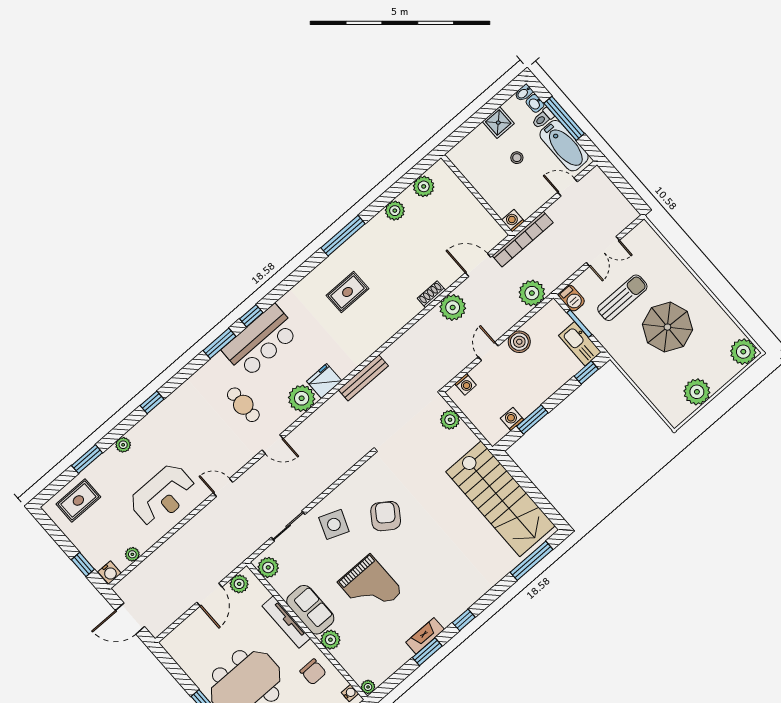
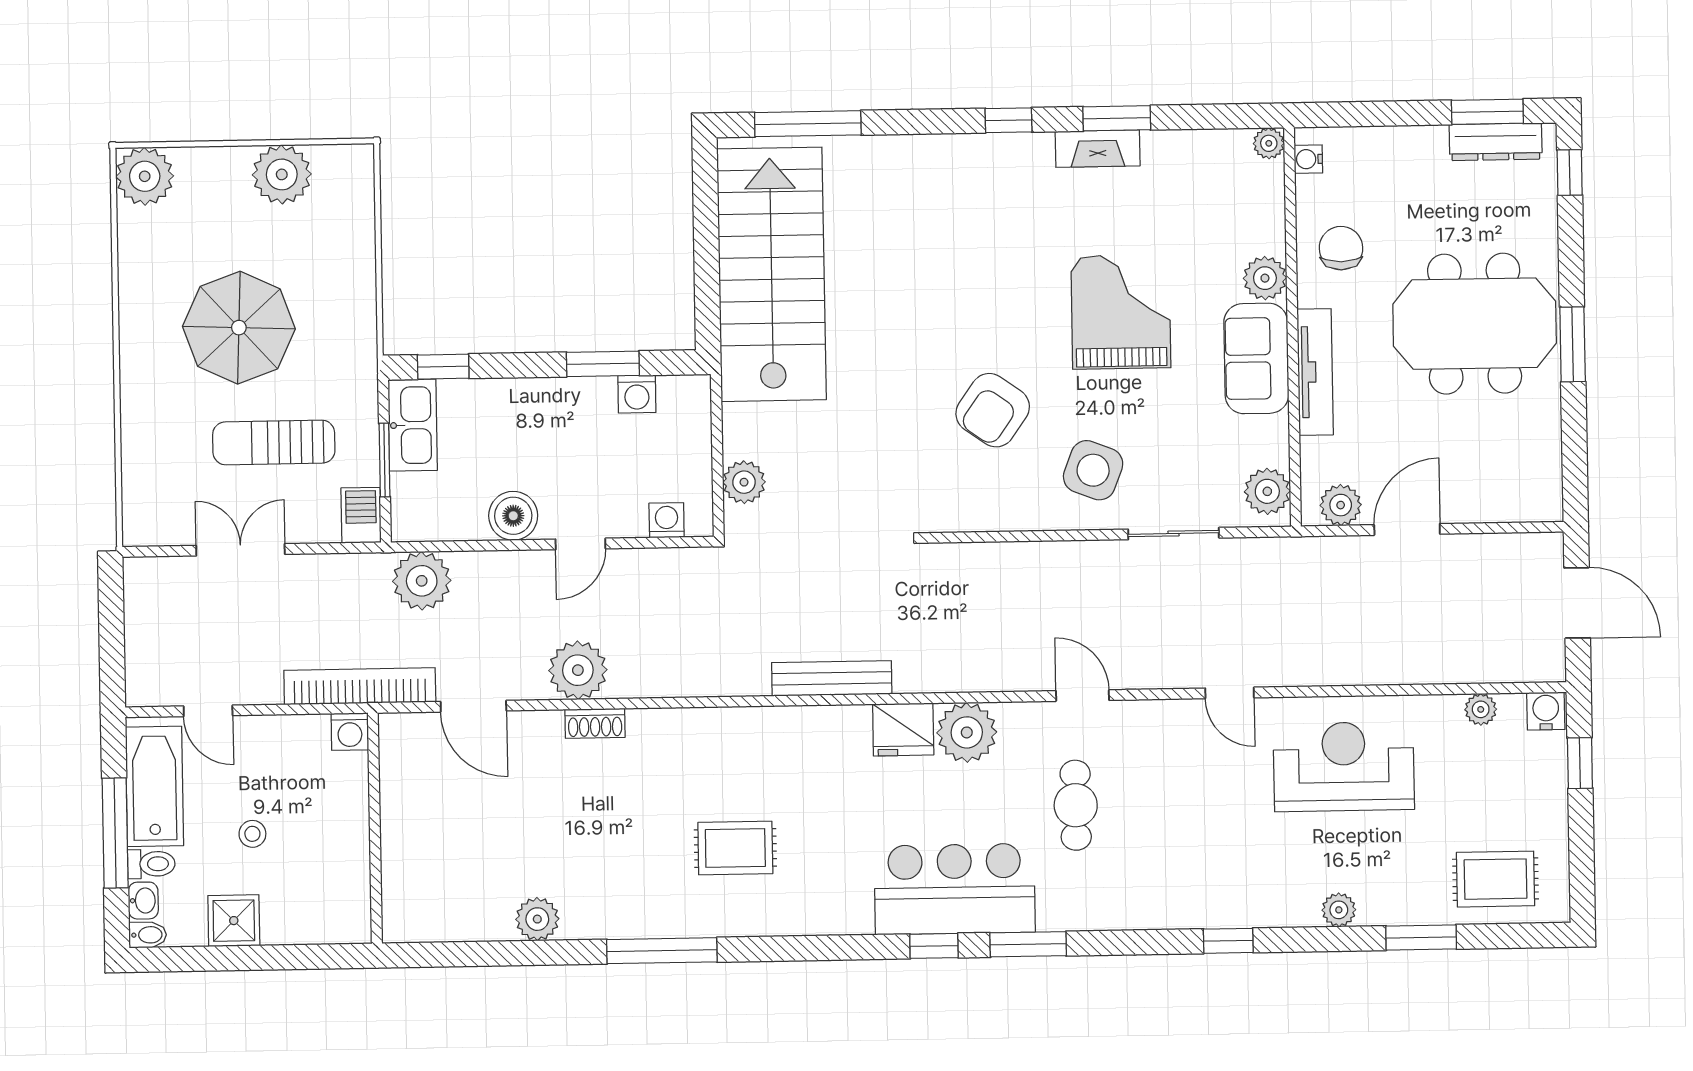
plant: (424, 186) -> (453, 919), removed

